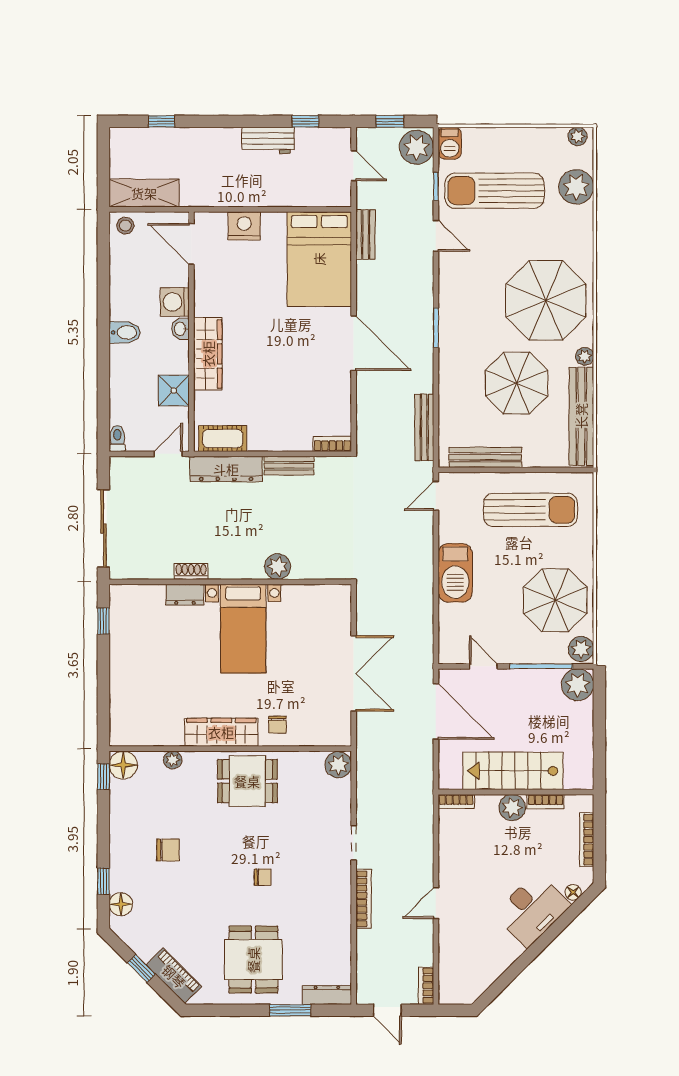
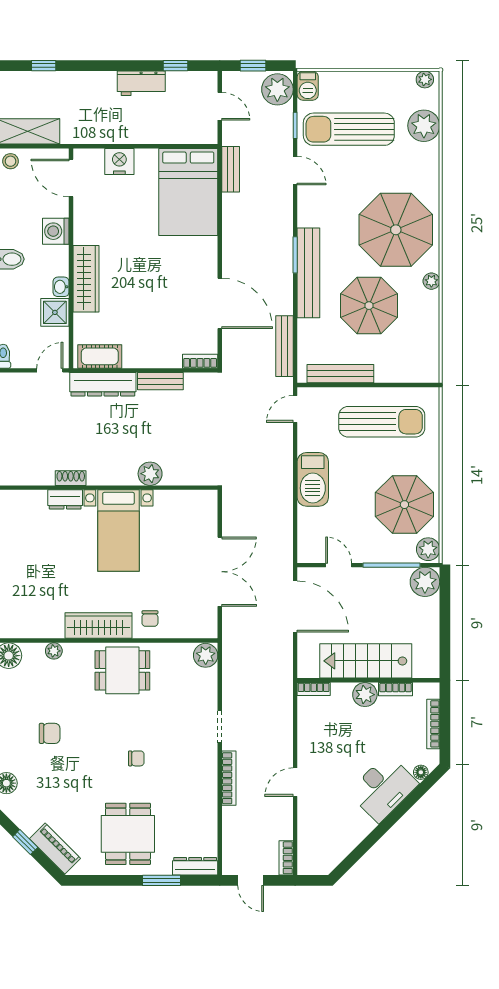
washbasin: (180, 329) -> (61, 287), moved
door: (354, 343) -> (220, 303), moved
bench: (581, 416) -> (308, 273), moved

